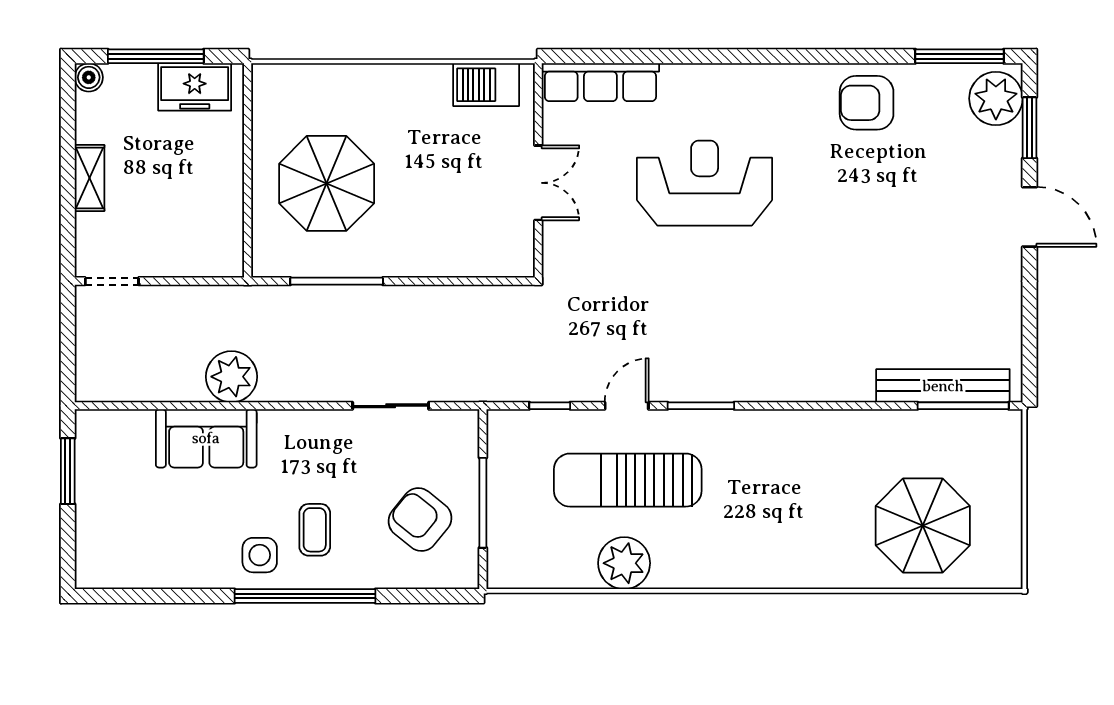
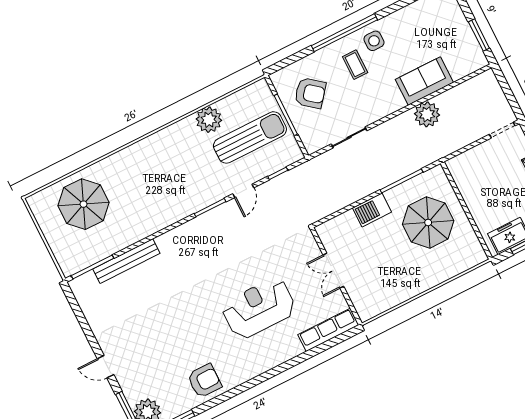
barbecue: (486, 85) -> (372, 210), moved, turned 180
reception desk: (705, 183) -> (259, 308), turned 180
door: (1030, 217) -> (106, 367), width x0.73
bench: (943, 386) -> (126, 261), moved
sun lounger: (628, 480) -> (250, 137), moved

